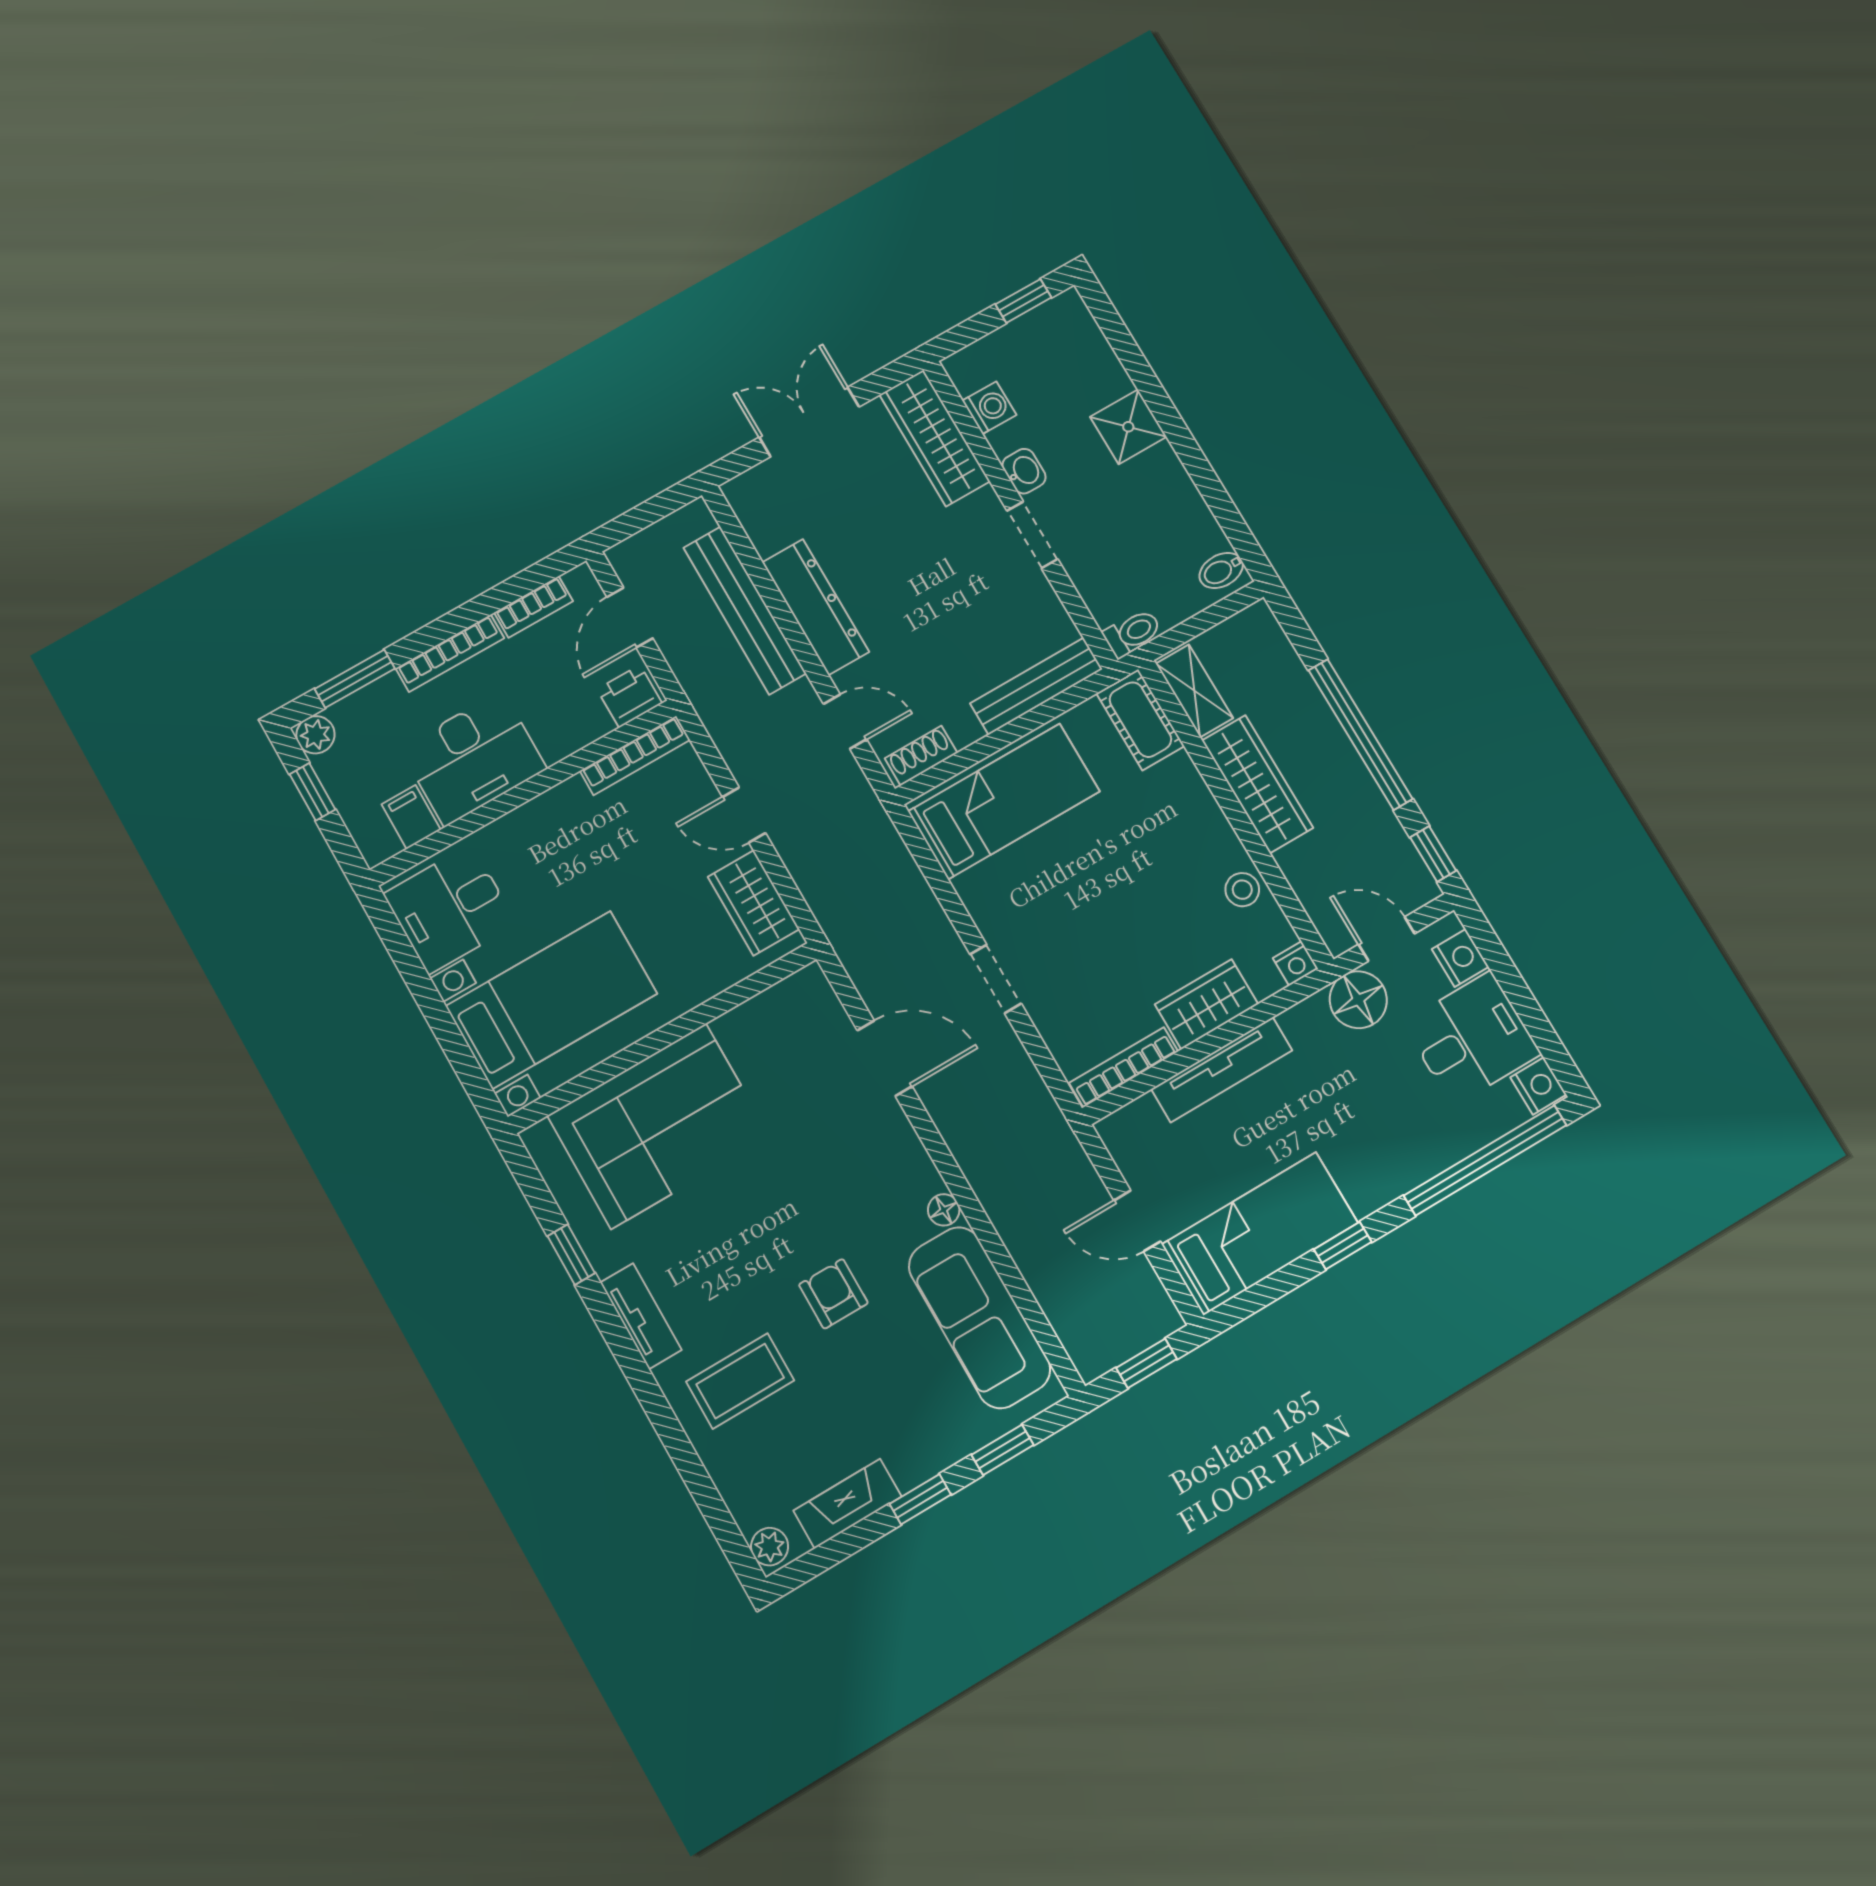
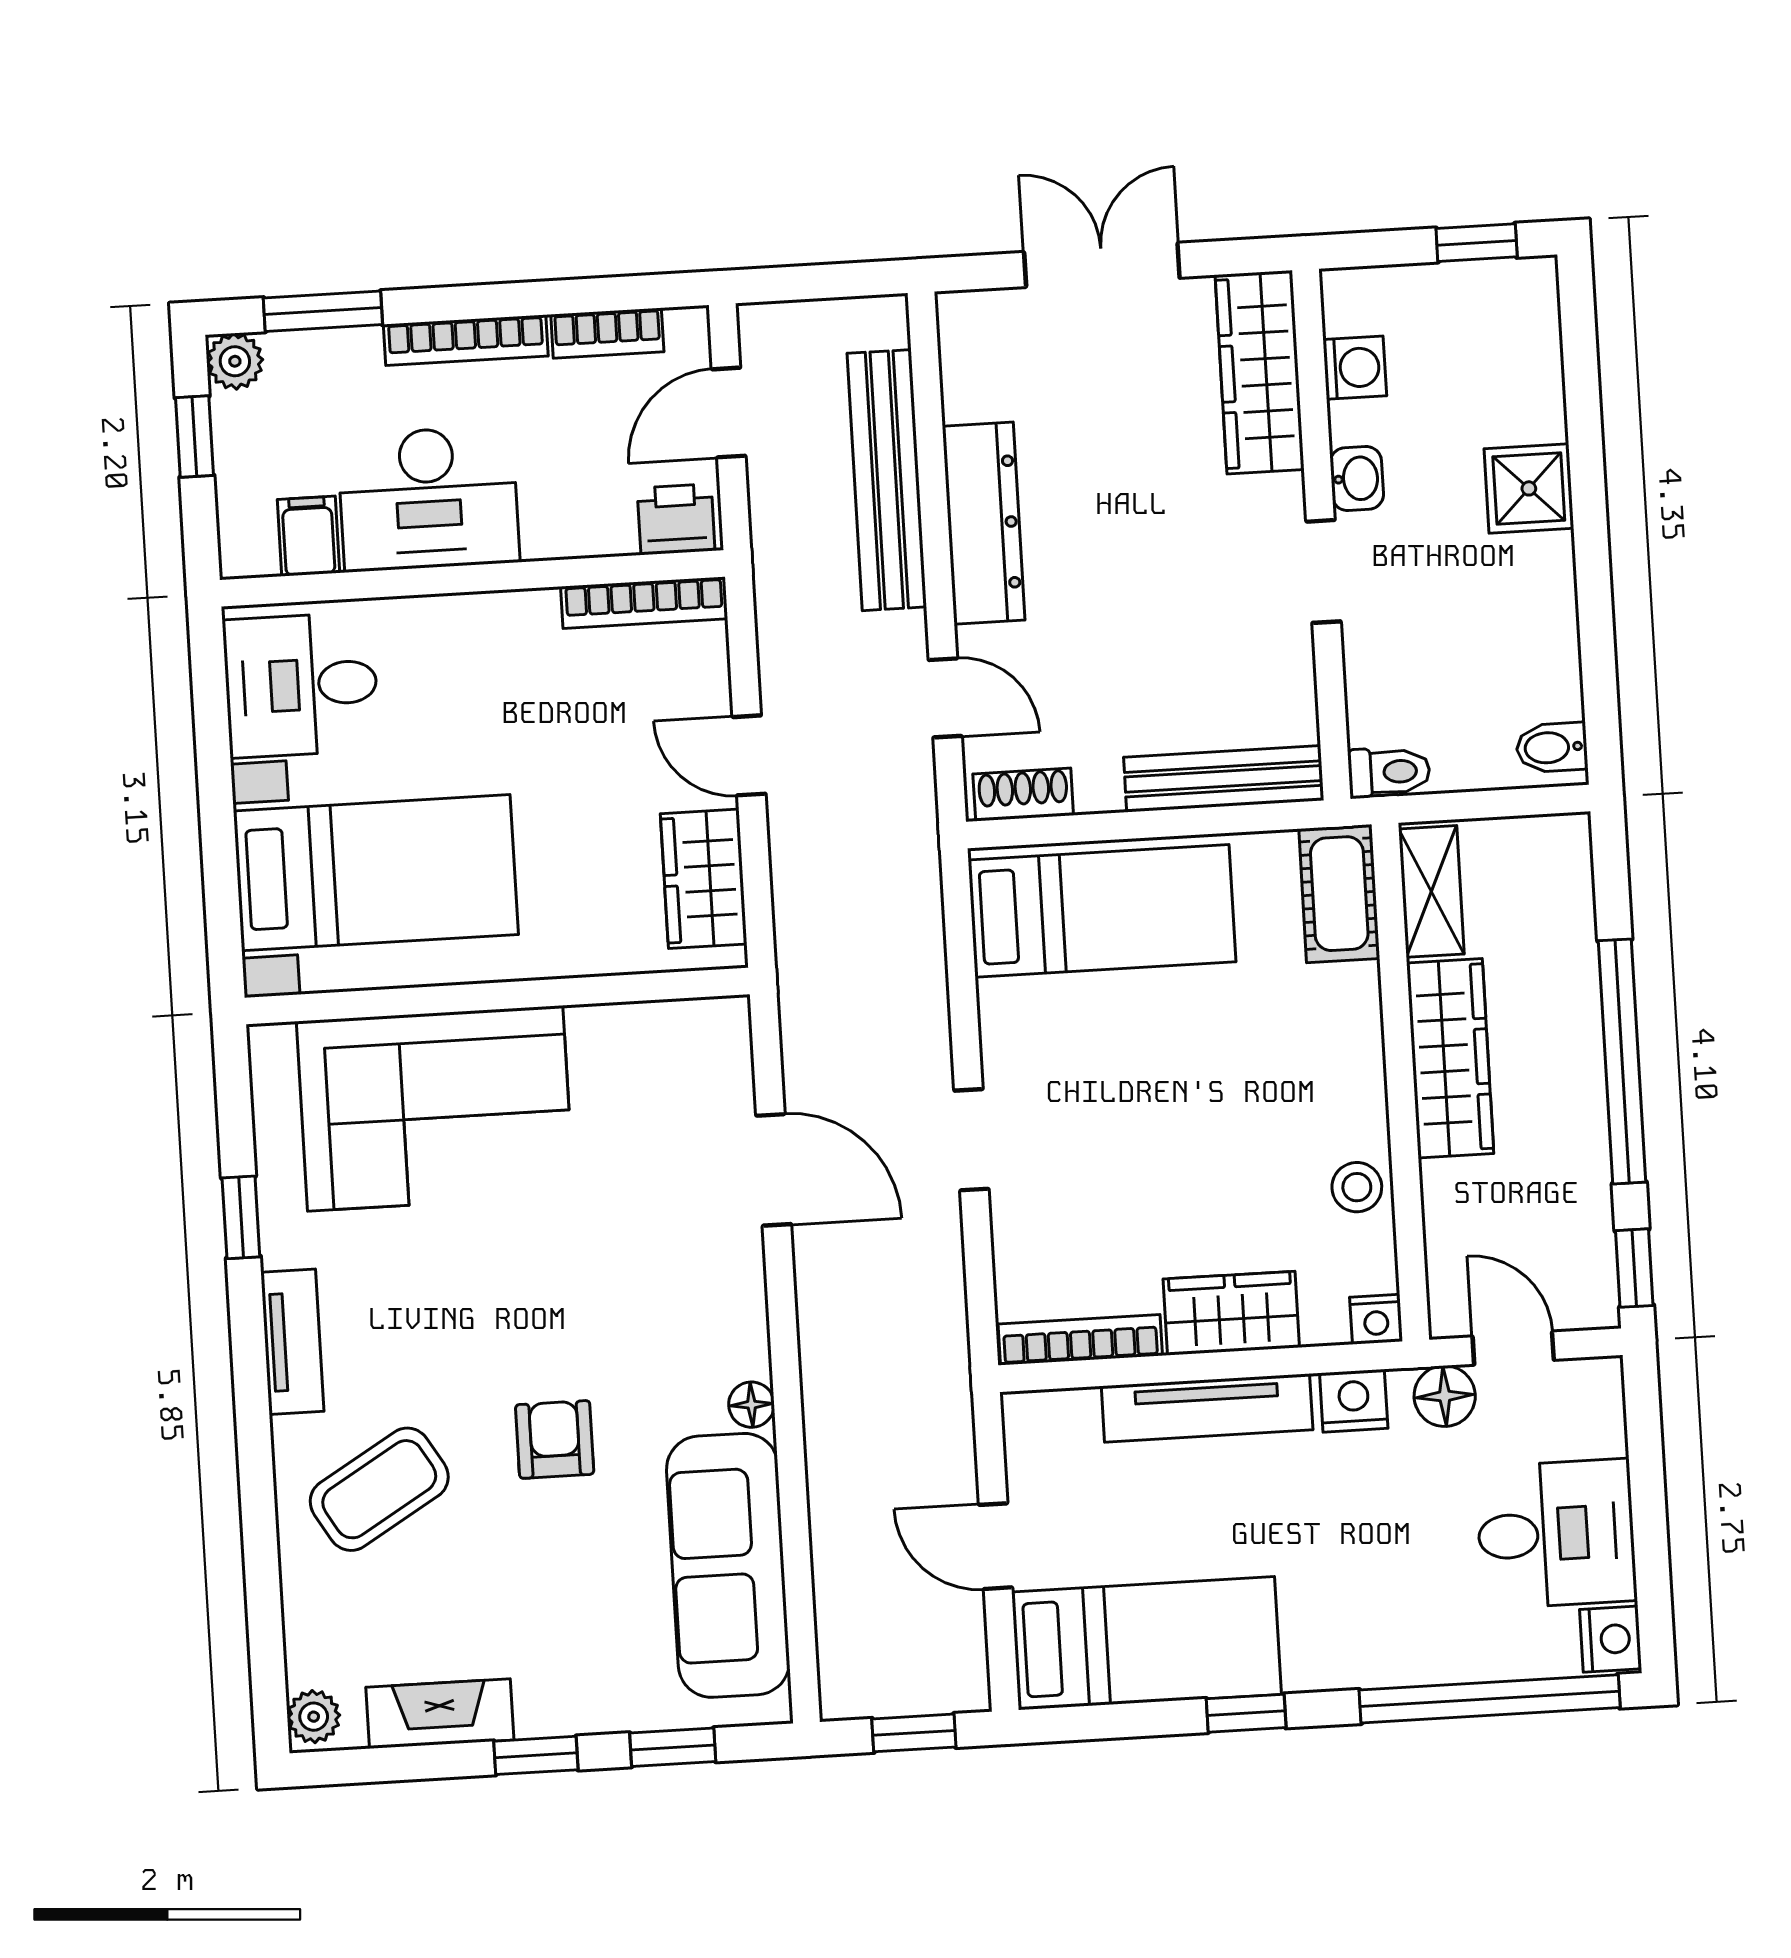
nightstand: (1460, 958) -> (1354, 1401), moved, turned -90
floor lamp: (1358, 1000) -> (1445, 1396), width x0.73, depth x0.73
coffee table: (740, 1381) -> (379, 1489), turned -31

